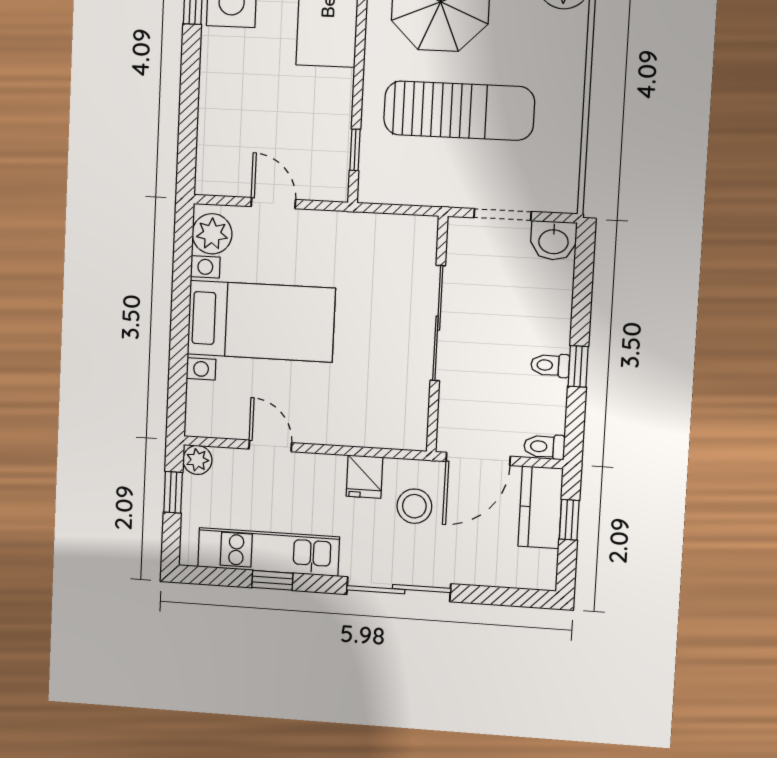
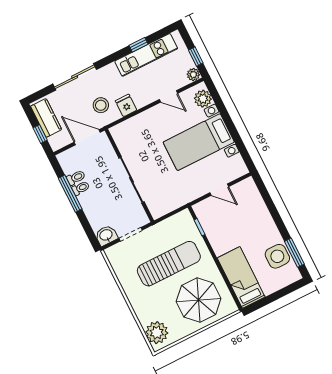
sun lounger: (459, 111) -> (169, 264), turned 180
plant: (212, 234) -> (203, 99), moved
window: (578, 366) -> (70, 194), width x2.17
toilet: (544, 447) -> (76, 178), moved
door: (478, 459) -> (87, 137), hinge flipped
kitchen counter: (541, 507) -> (46, 118), moved
sliding door: (399, 589) -> (75, 77), moved

